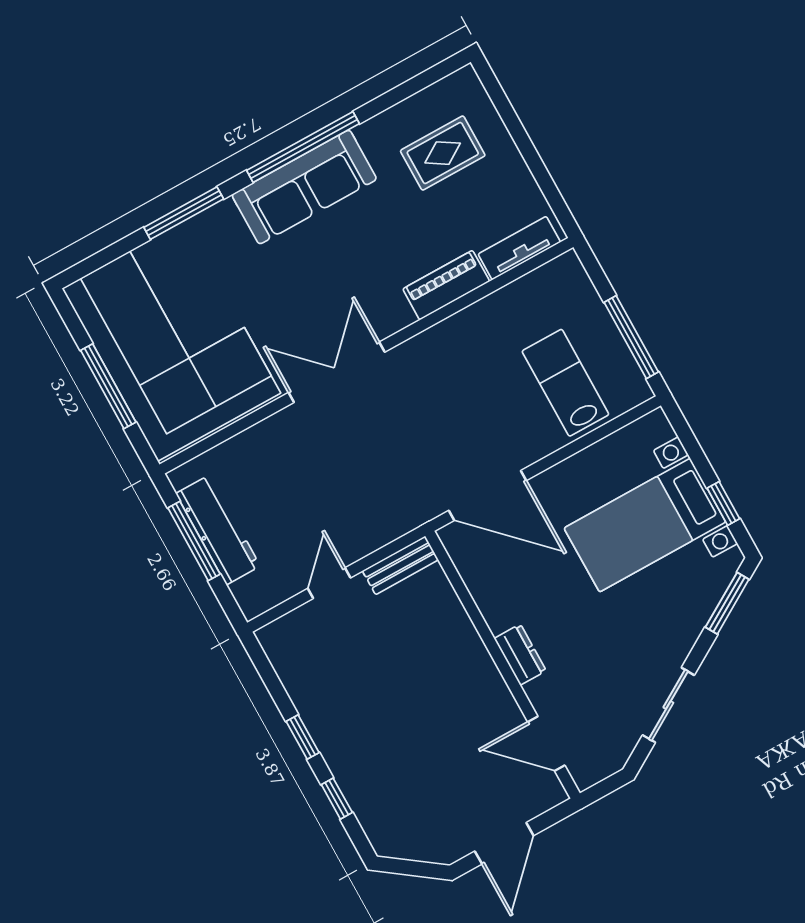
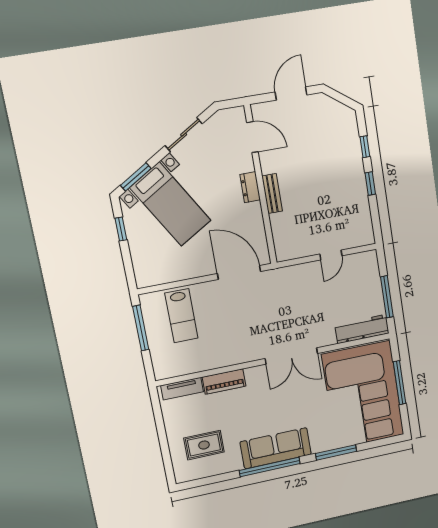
bed with nightstands: (645, 525) -> (170, 204), moved, turned 59
workbench: (218, 530) -> (362, 329), moved, turned 90
bench: (400, 565) -> (272, 194), moved, turned 90

